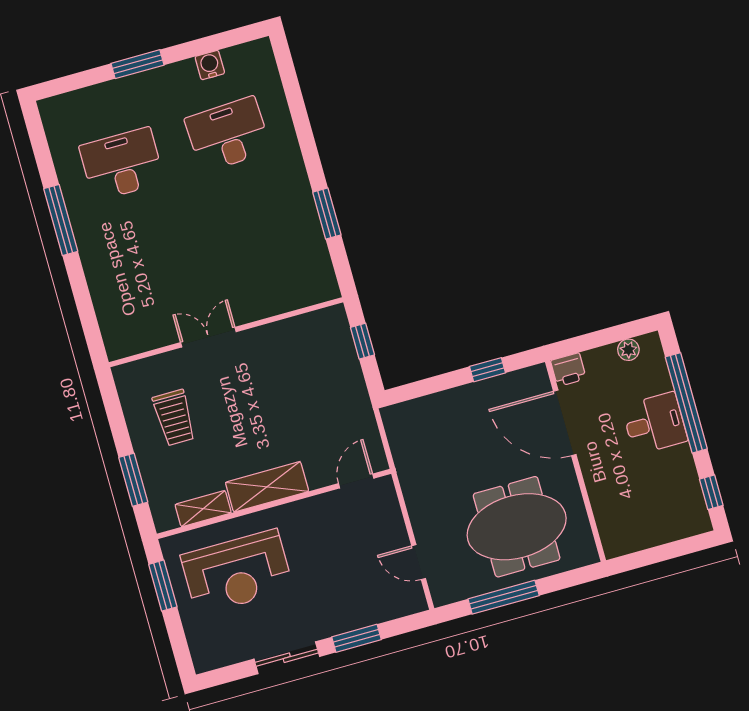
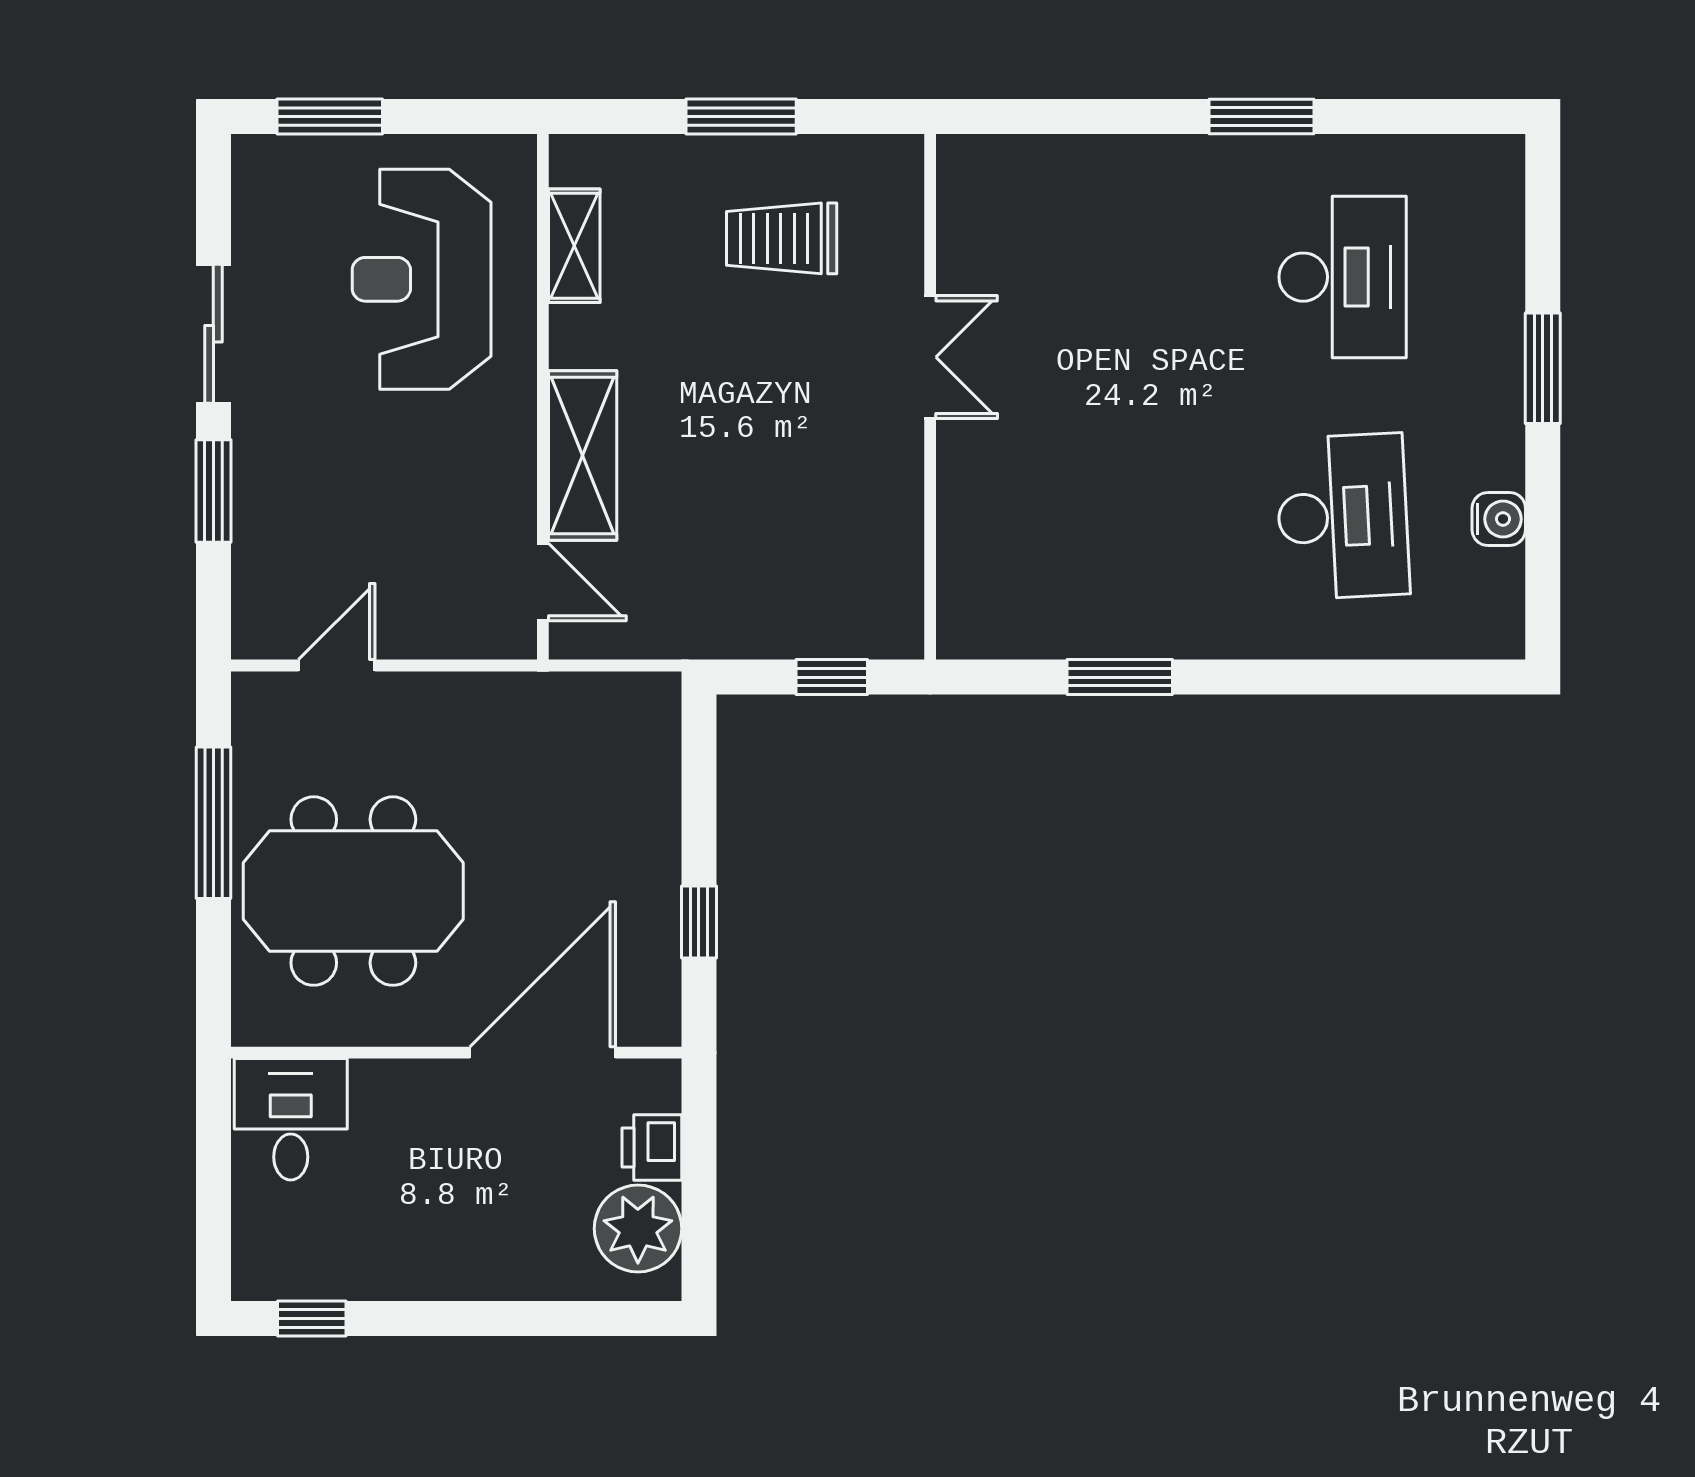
window: (61, 220) -> (1262, 116), width x0.69
plant: (628, 350) -> (638, 1229), width x1.88, depth x1.88
printer: (568, 370) -> (652, 1148), moved
window: (686, 403) -> (513, 1319), removed
desk: (655, 423) -> (291, 1119), moved, turned 180
window: (133, 480) -> (741, 116), moved
shelving: (267, 487) -> (583, 455), moved
meeting table: (517, 527) -> (353, 891), turned 90
window: (163, 586) -> (330, 116), moved

